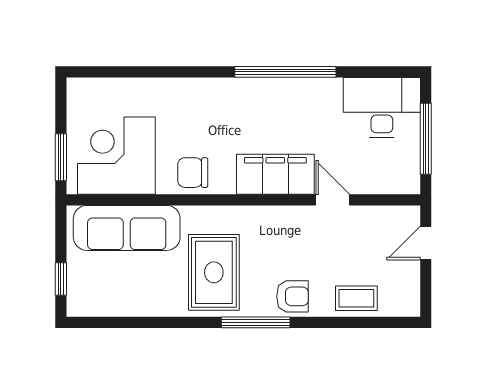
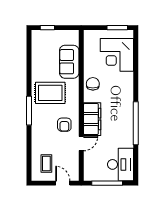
corner desk: (116, 156) -> (117, 55), moved, turned 180
window: (61, 157) -> (117, 28), moved
sofa: (127, 228) -> (69, 62), width x0.73
armchair: (292, 296) -> (64, 125), moved
coffee table: (356, 298) -> (46, 164), moved

